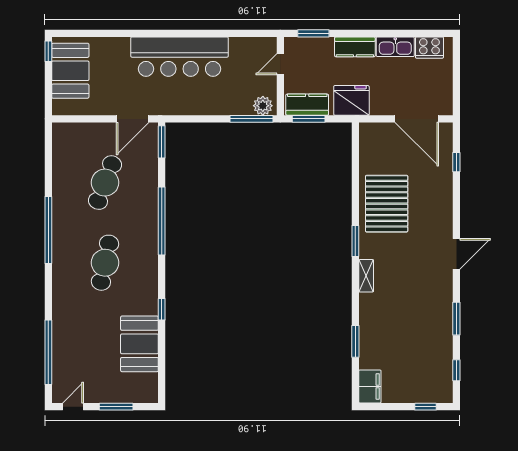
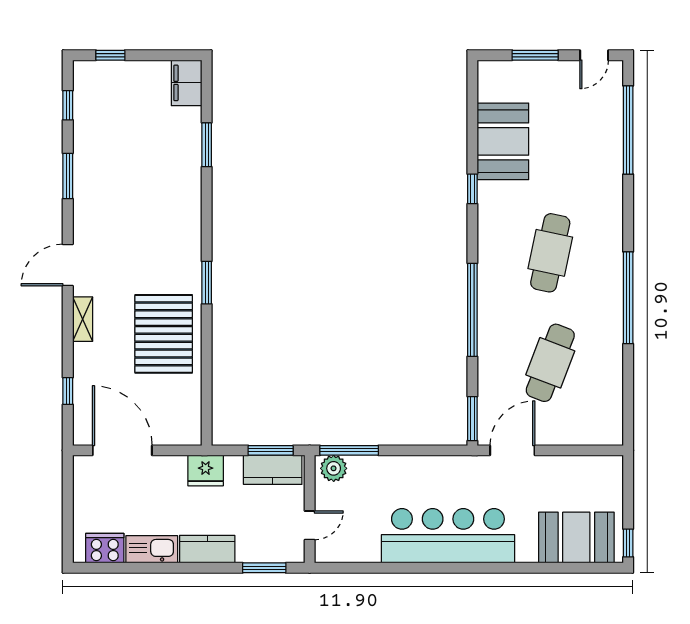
booth: (70, 71) -> (576, 538), moved, turned 90
fridge: (351, 100) -> (206, 470), width x0.73, depth x0.75
shelving: (366, 276) -> (83, 319), moved

